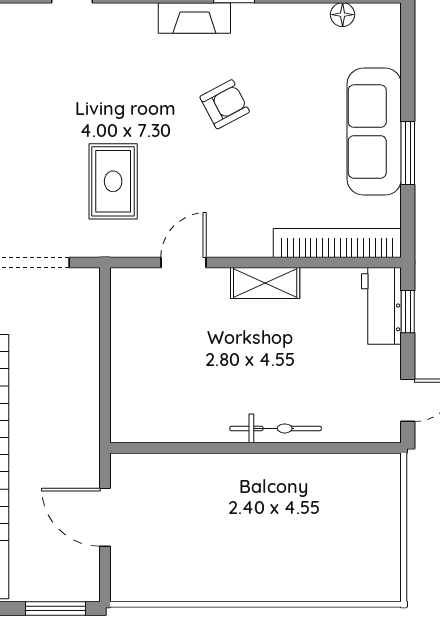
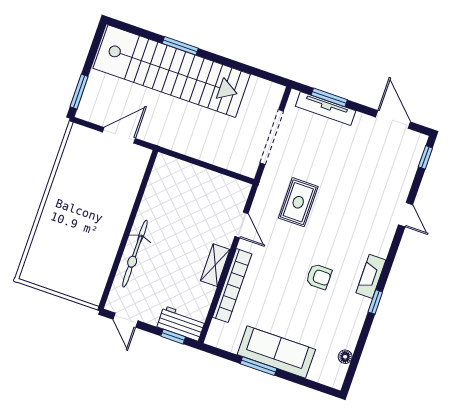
armchair: (225, 104) -> (319, 277), turned -62
rug: (113, 181) -> (298, 202), turned 90
bookcase: (337, 243) -> (232, 286), moved
bicycle: (276, 428) -> (135, 254), width x1.37, depth x1.40

